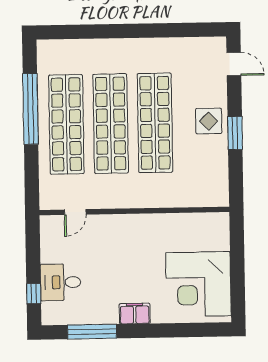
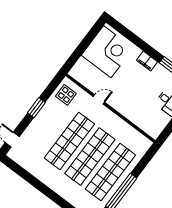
display table: (209, 121) -> (66, 95), moved
door: (75, 212) -> (99, 99), moved

